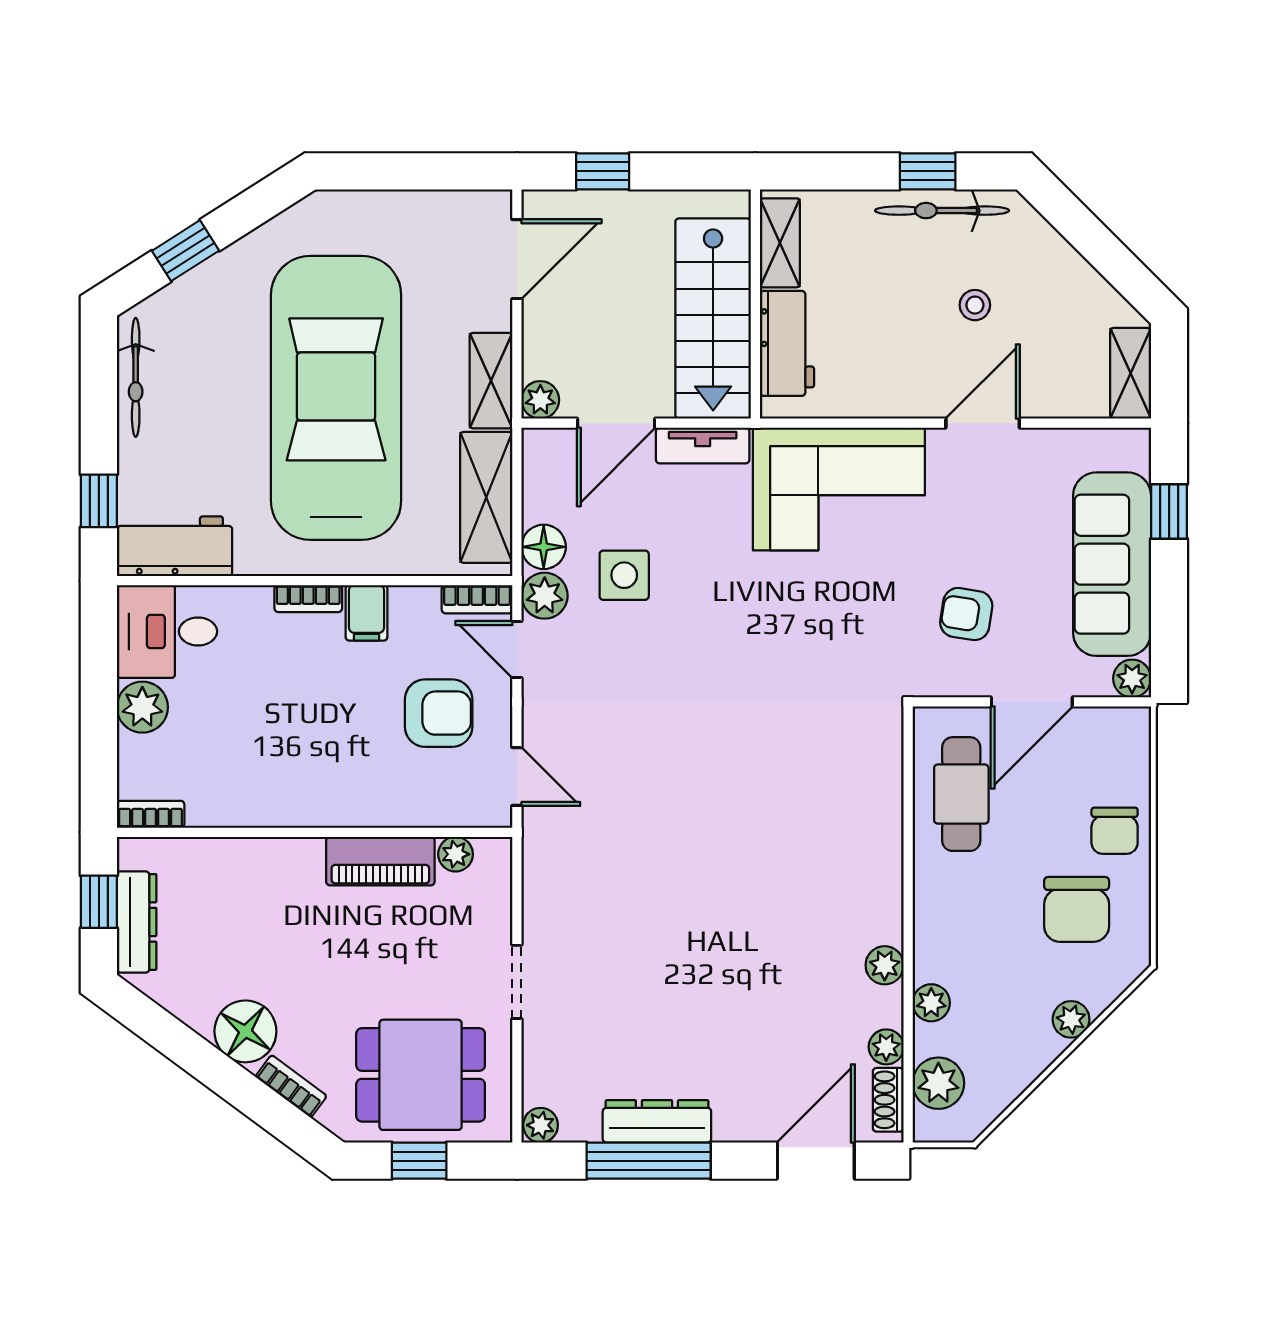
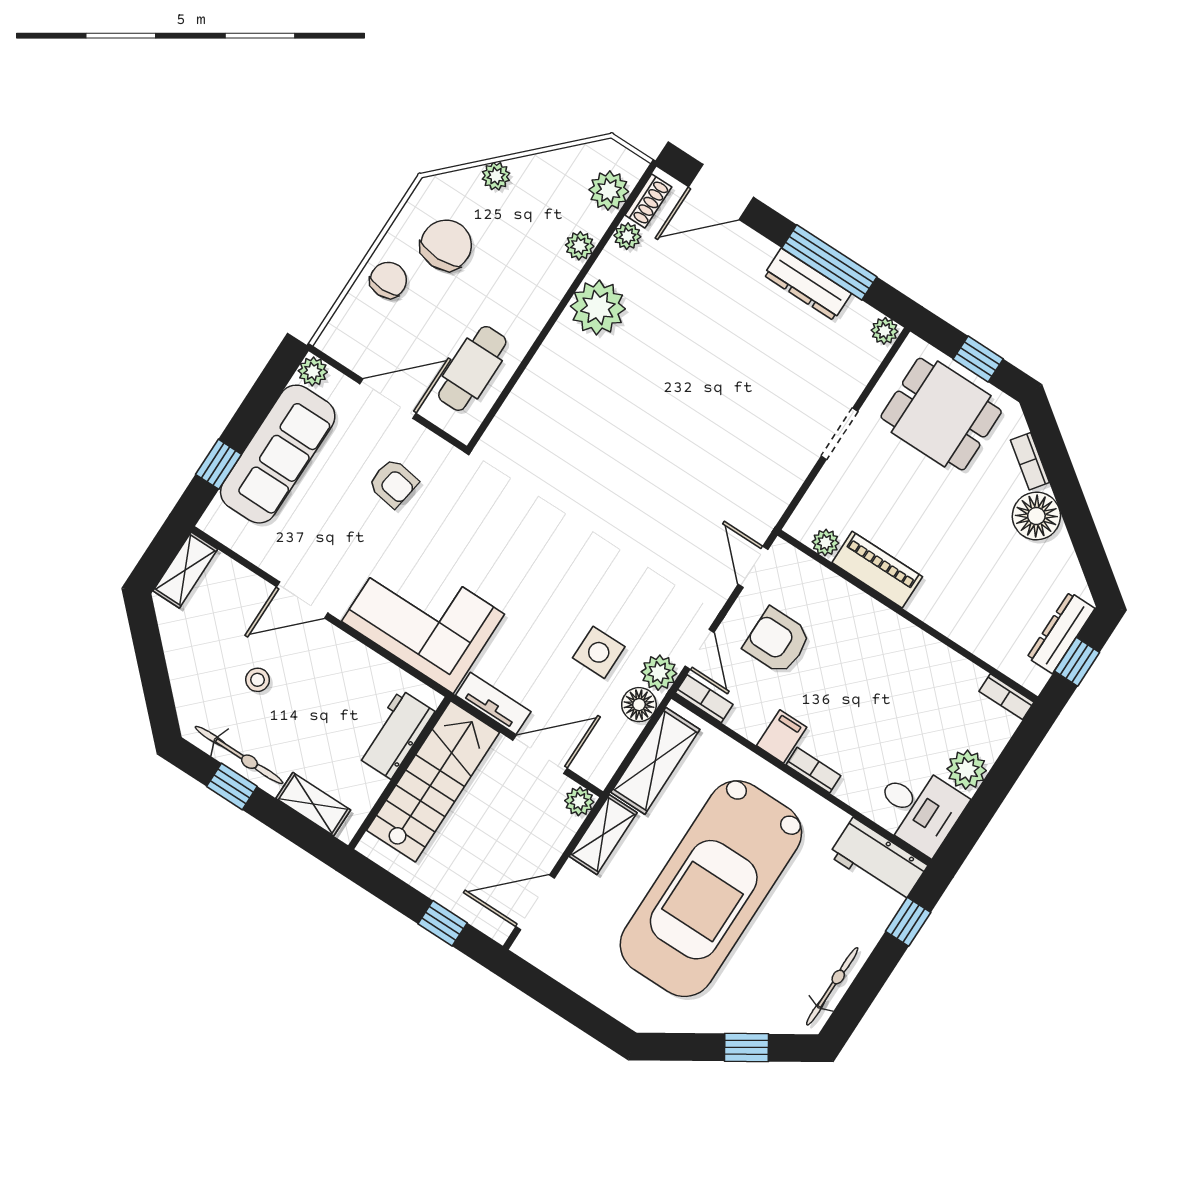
shelving: (780, 243) -> (313, 804), moved, turned 90
plant: (885, 965) -> (598, 308), width x1.87, depth x1.87

